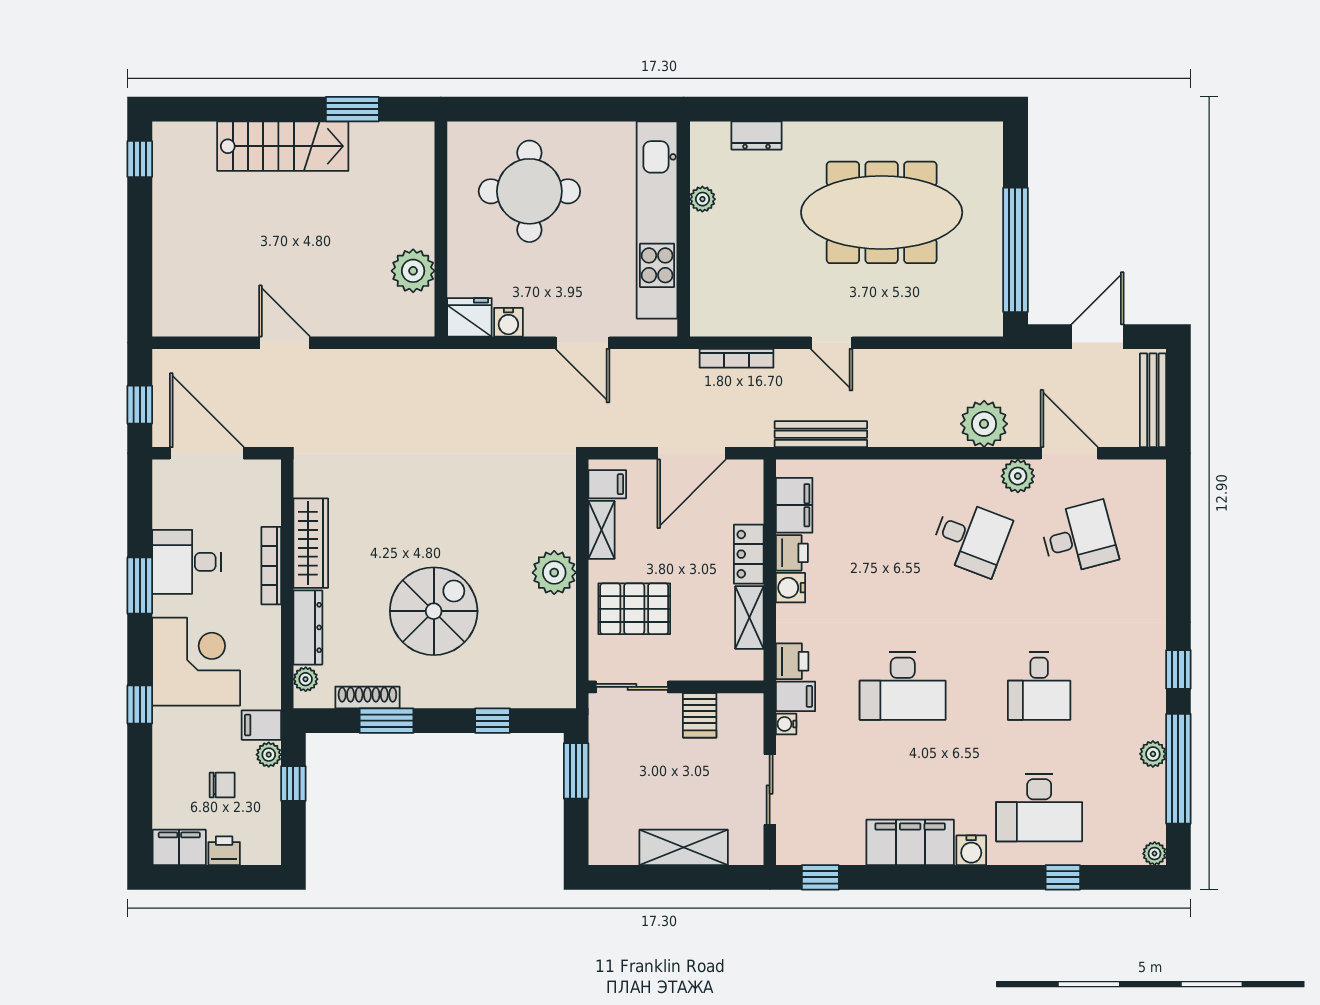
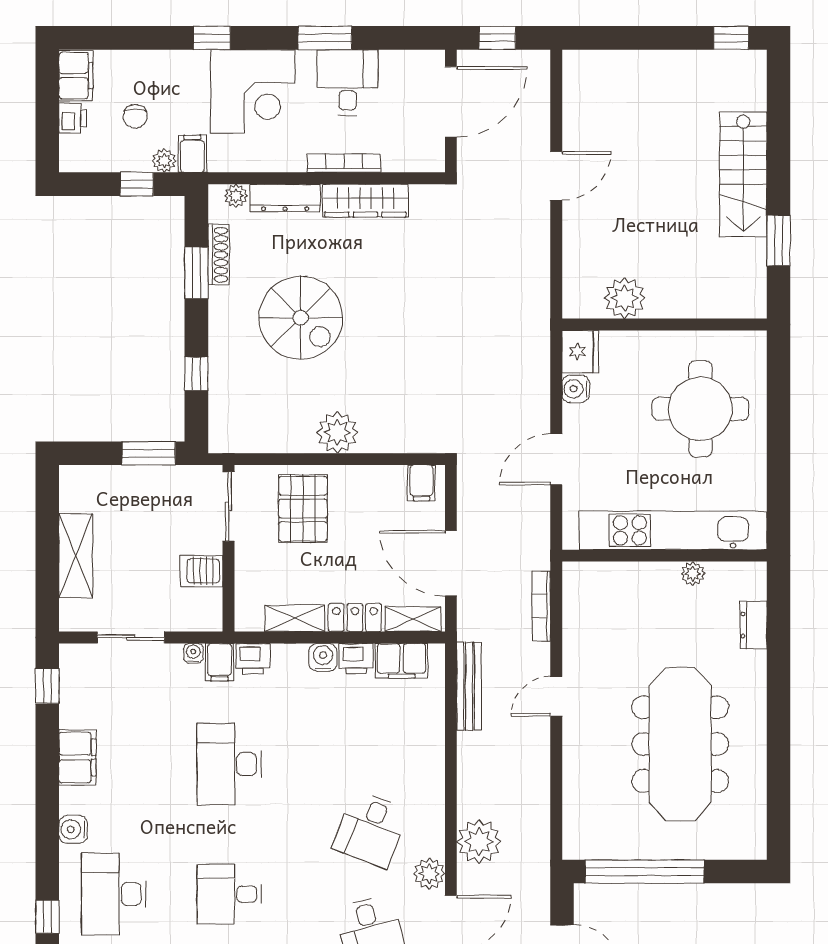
shelving: (601, 530) -> (413, 619), moved
filing cabinet: (910, 842) -> (77, 757), width x0.67, depth x0.86

